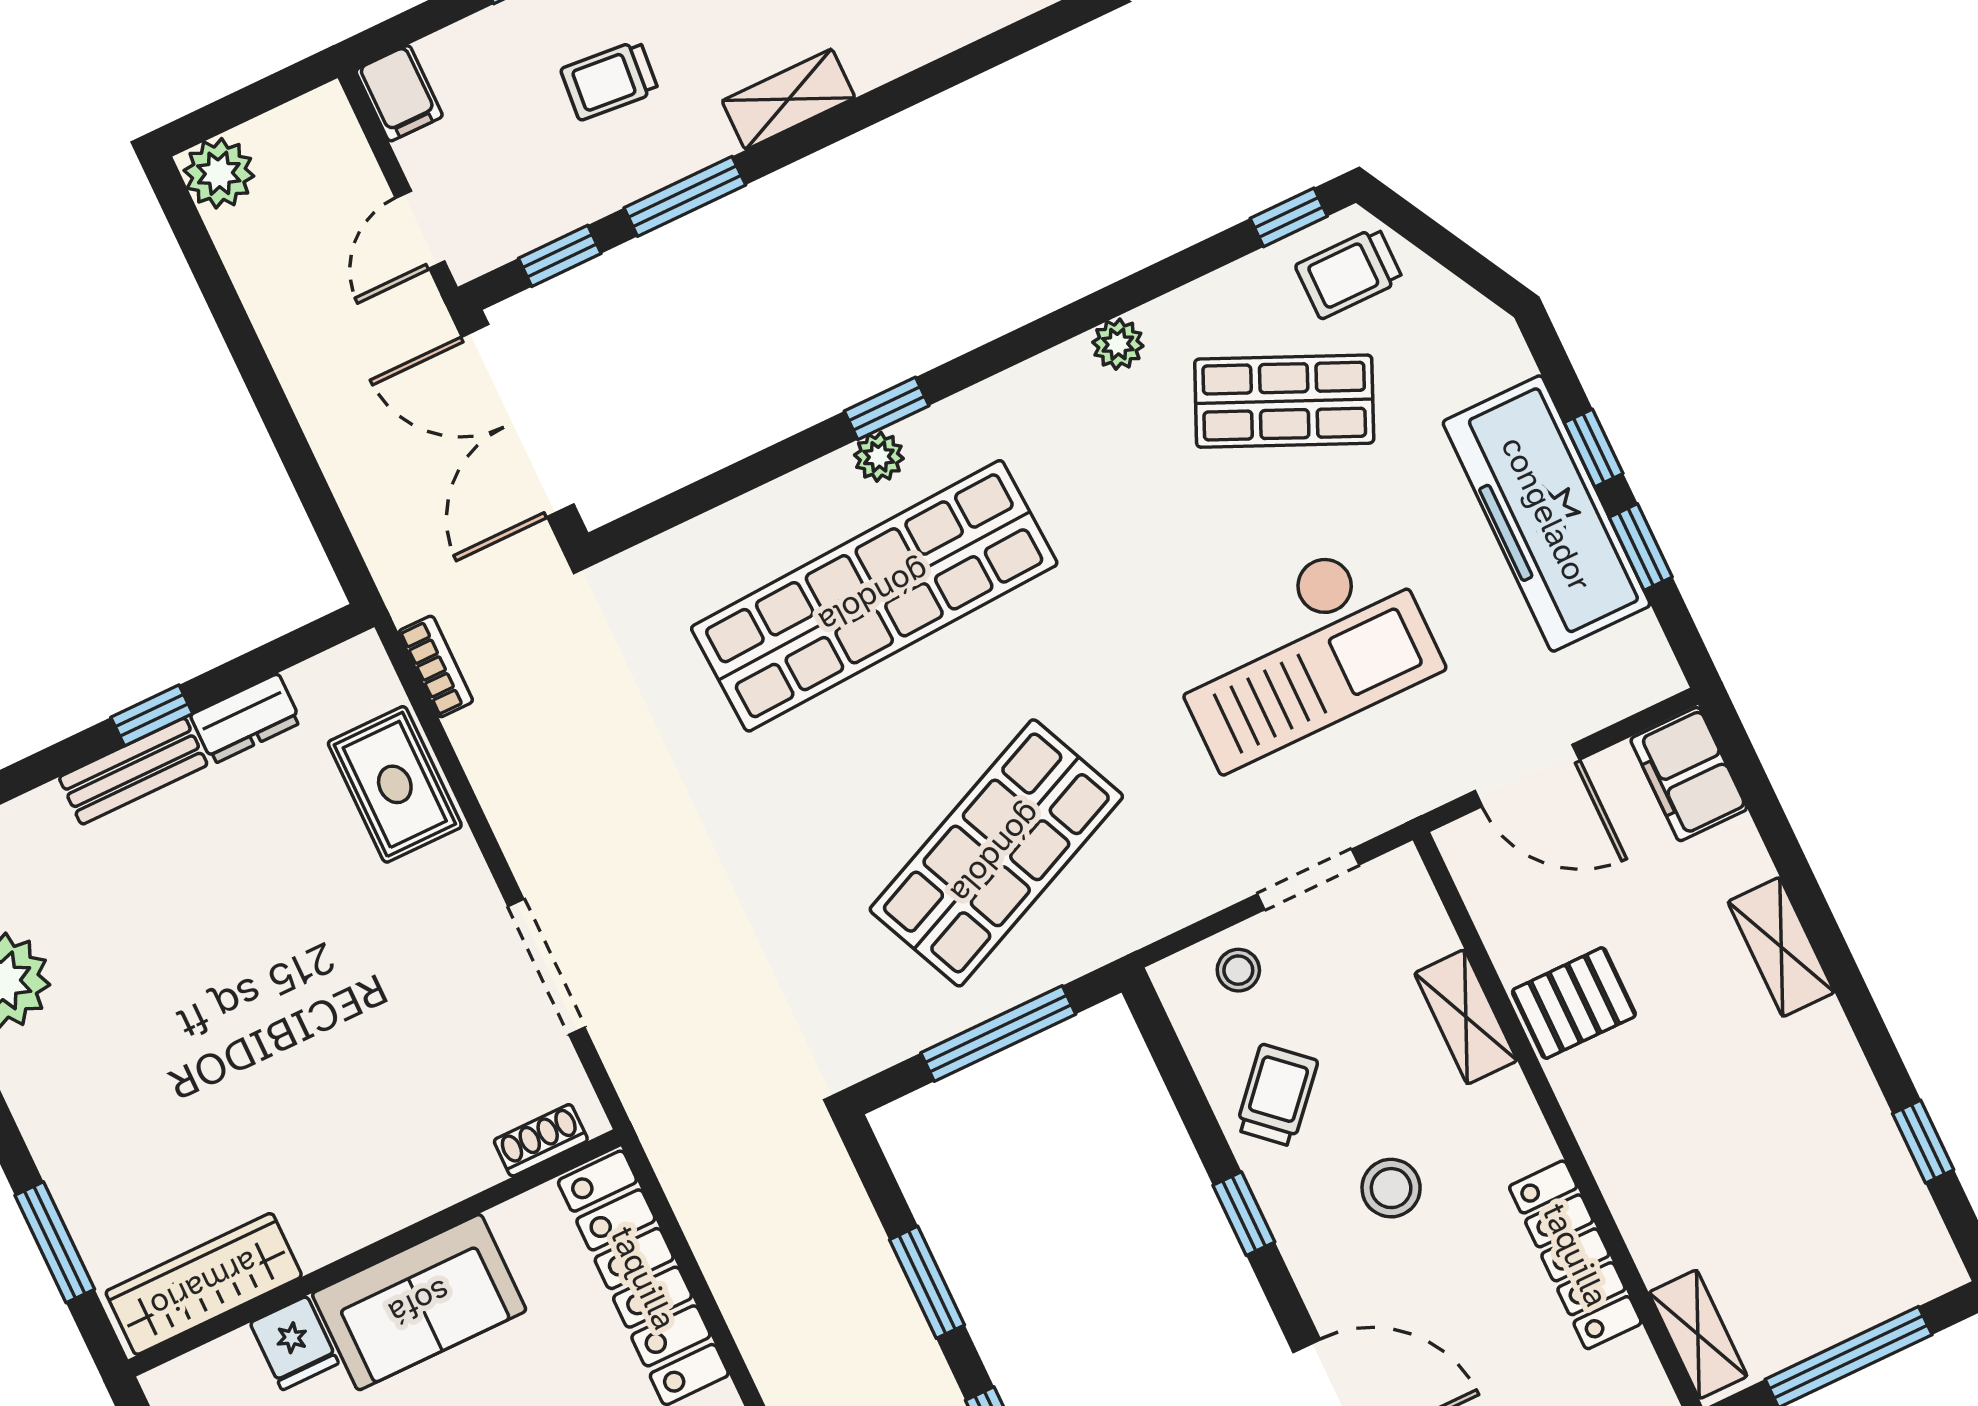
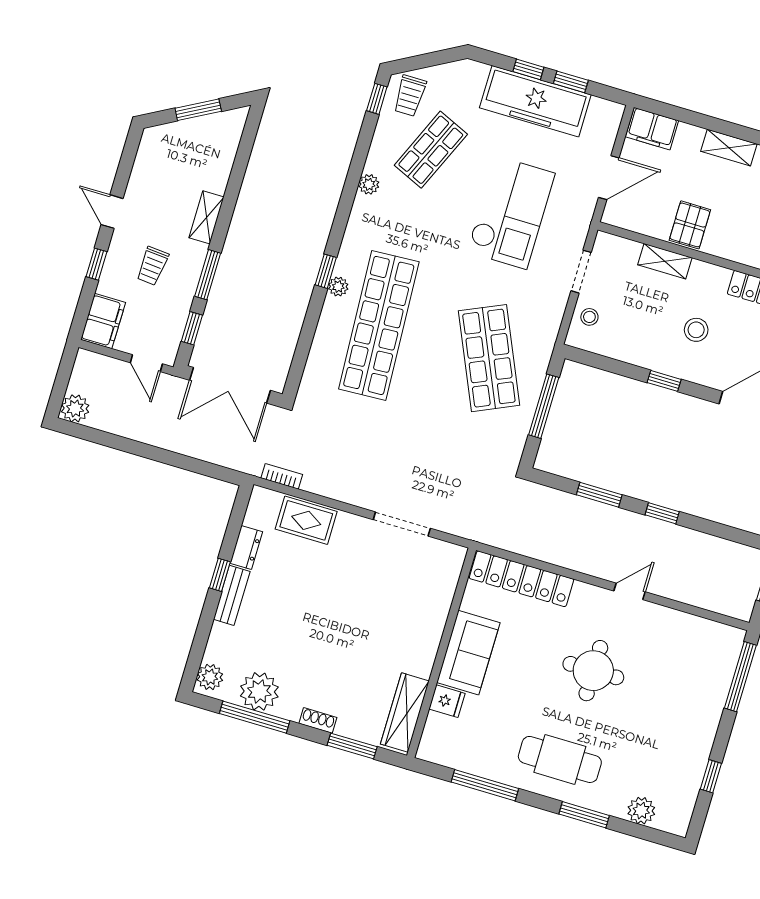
filing cabinet: (399, 93) -> (103, 321), width x2.00
trolley: (1277, 1095) -> (637, 339), removed
shoe rack: (541, 1140) -> (318, 720), moved, turned 90

